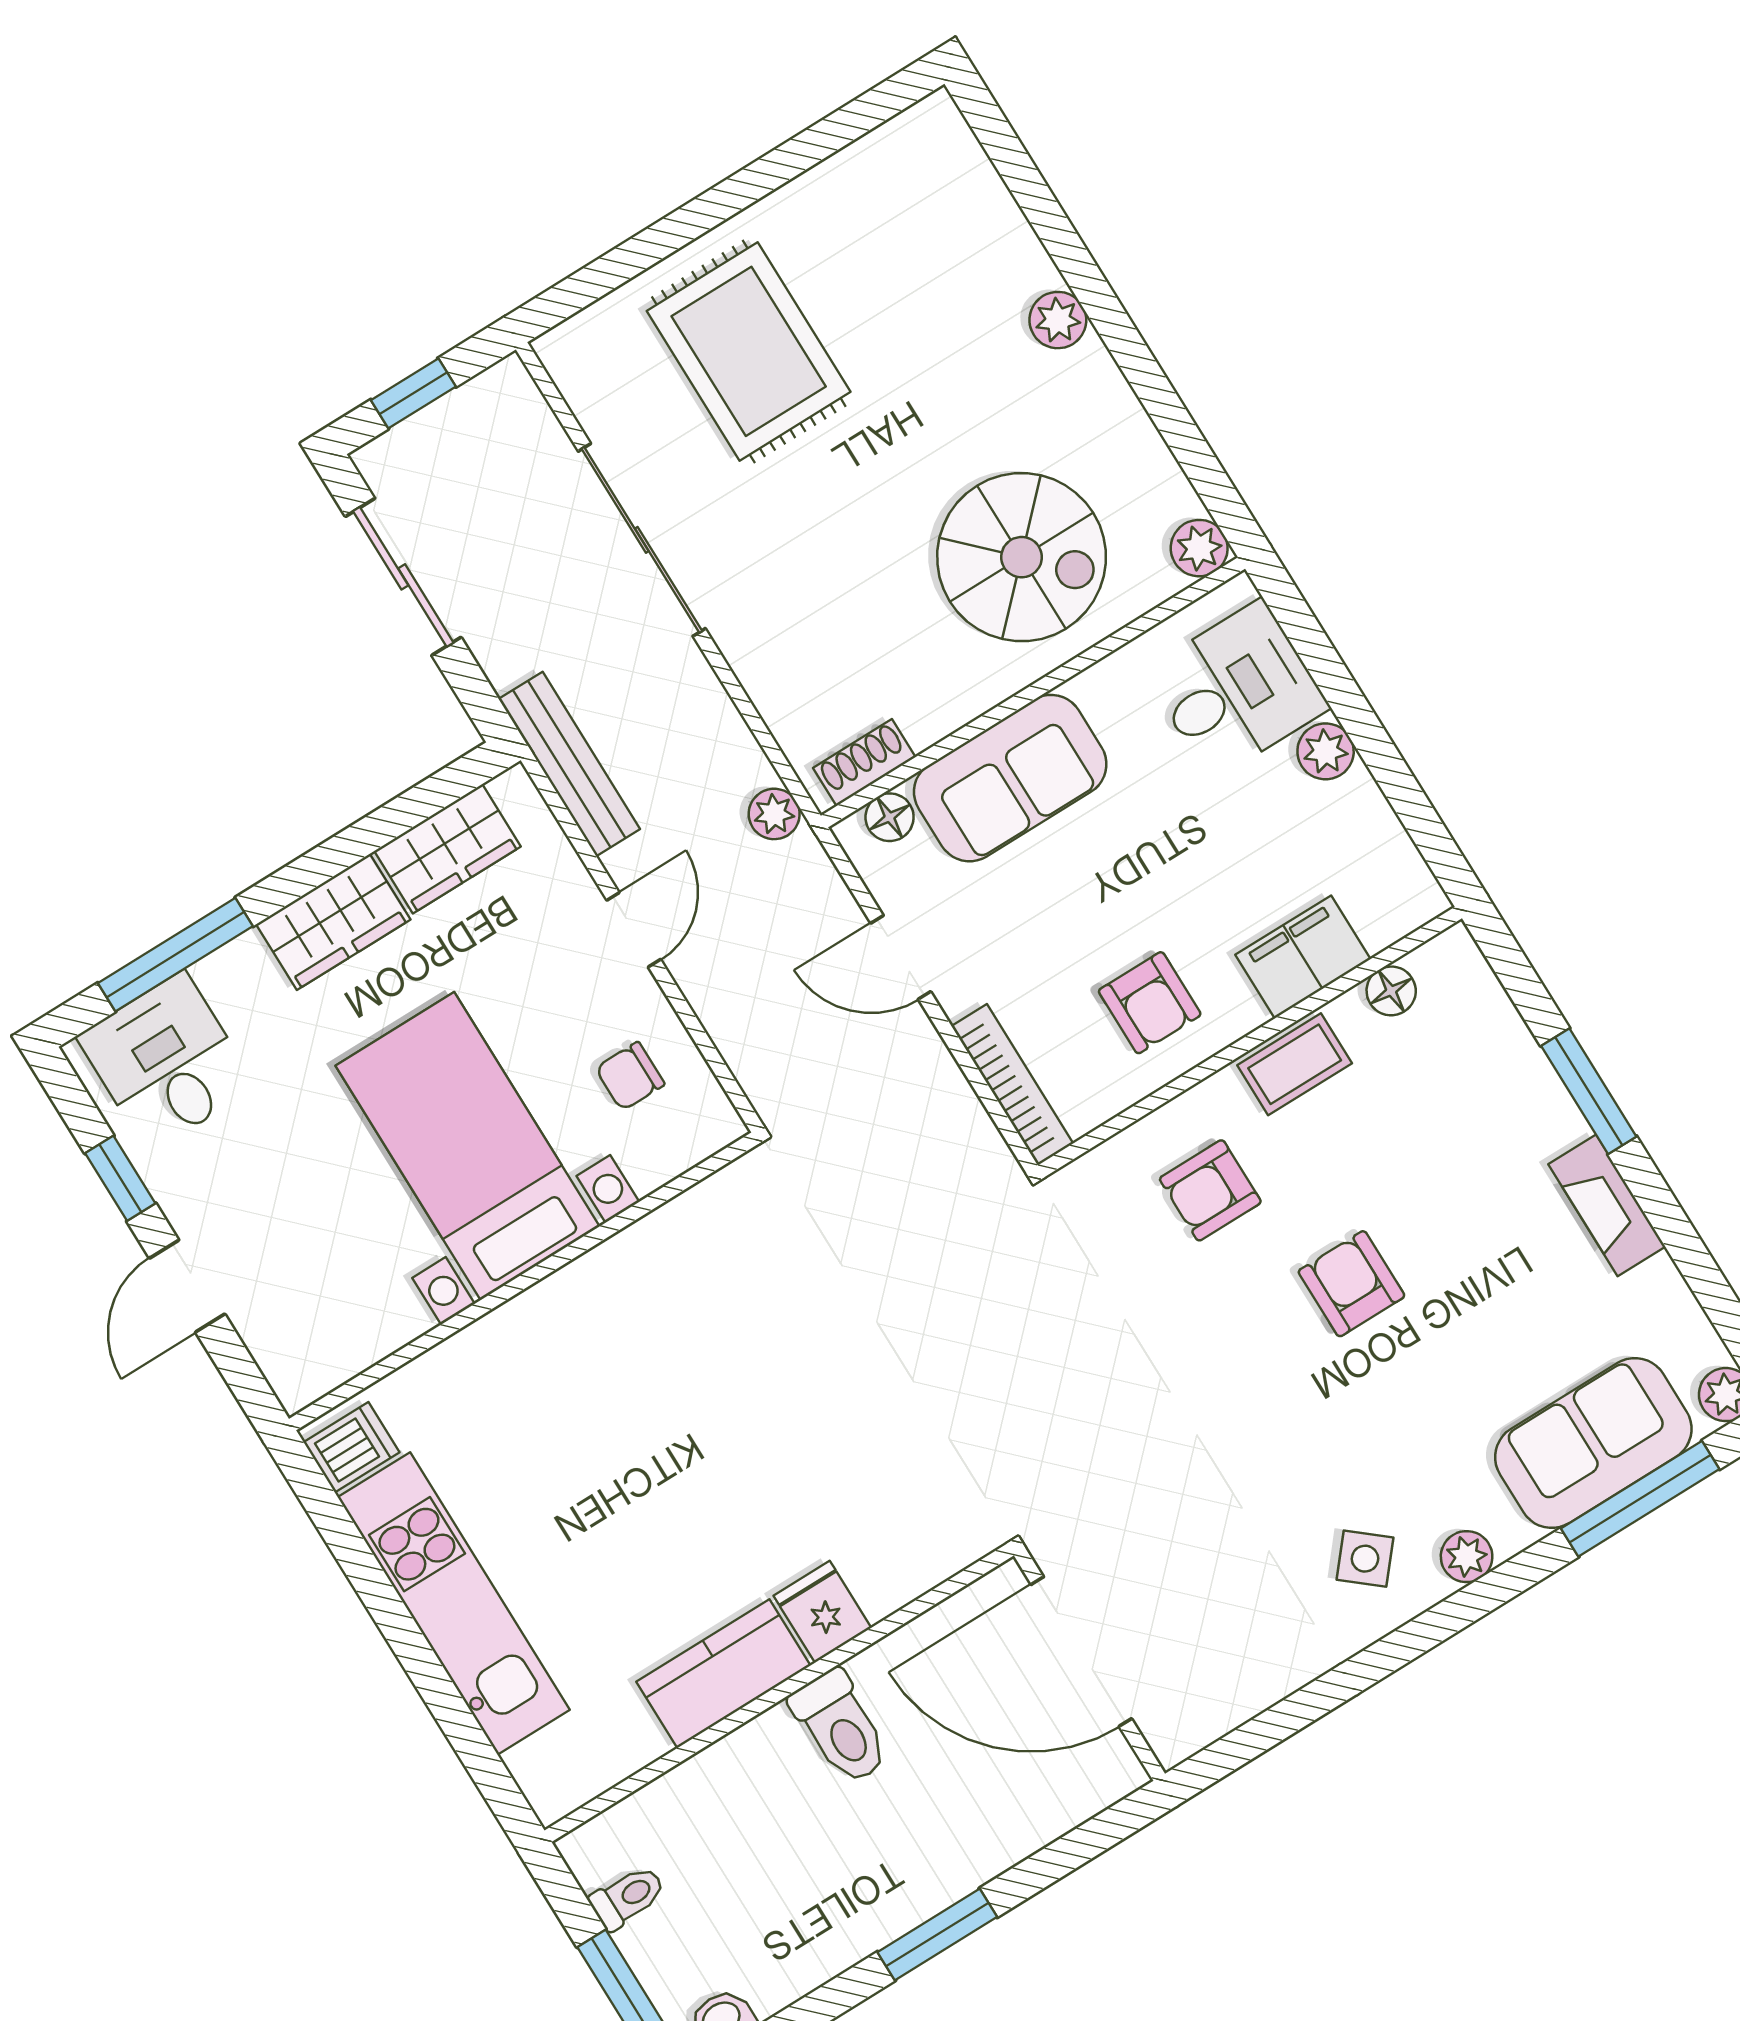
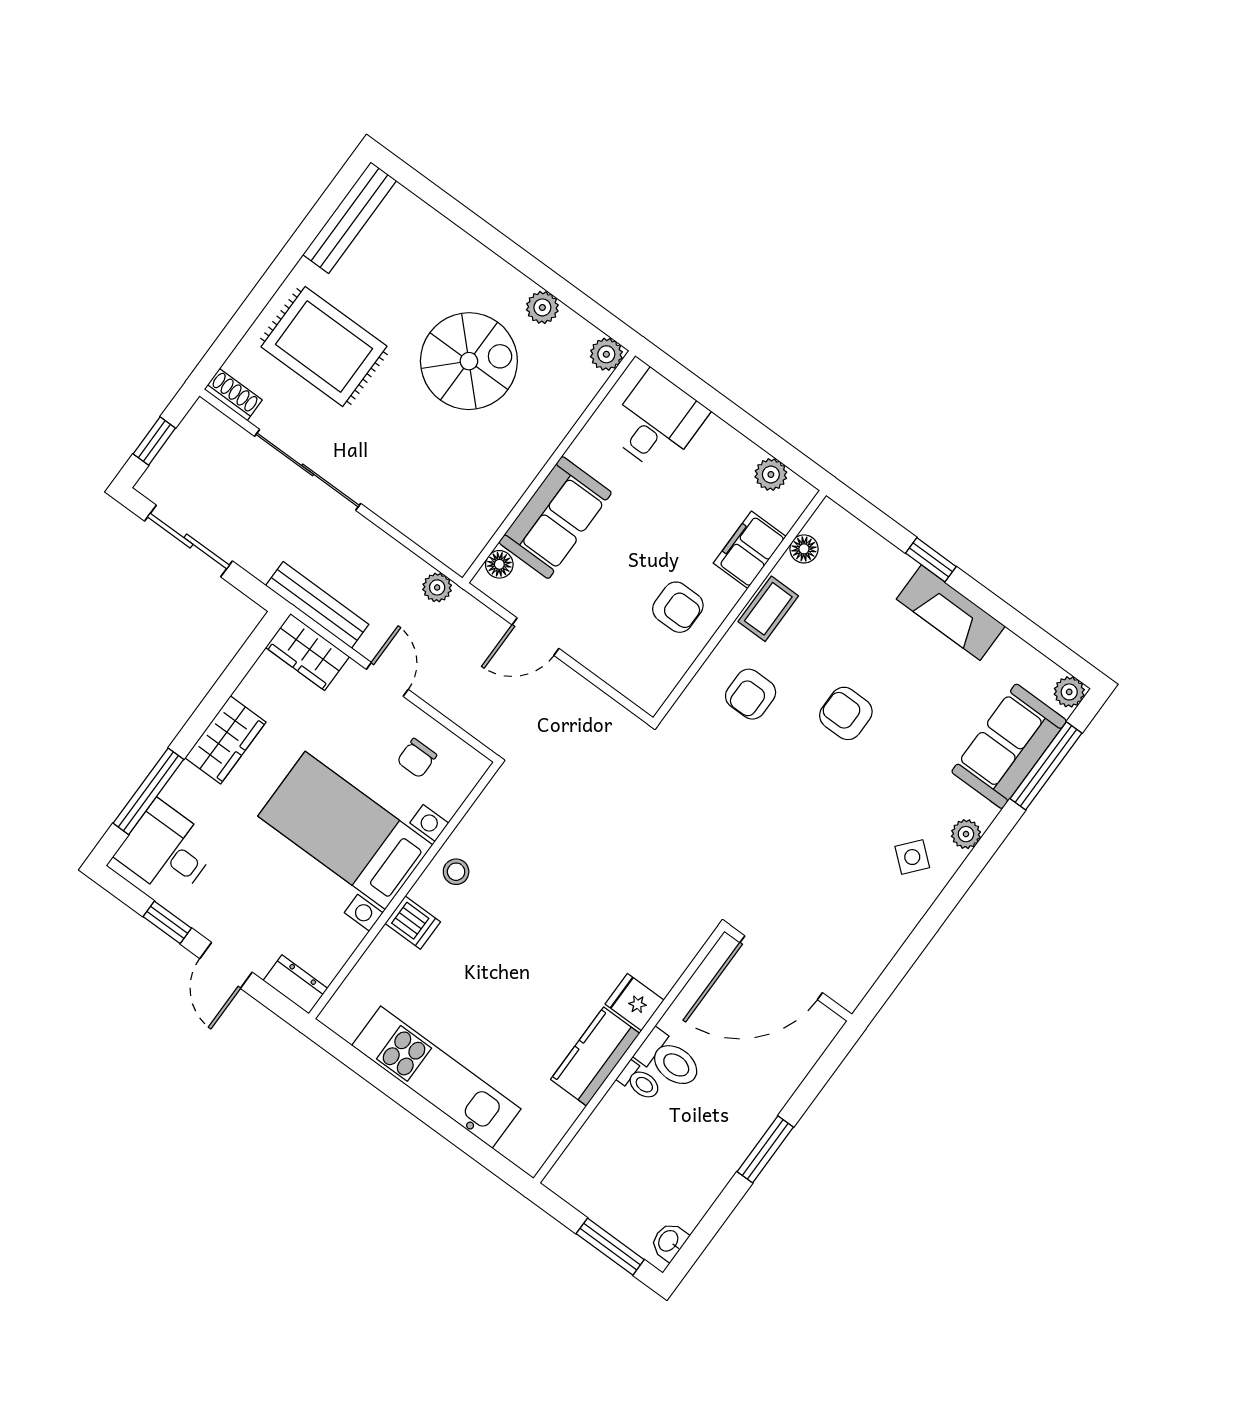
bench: (874, 160) -> (350, 218), added
plant: (1058, 320) -> (542, 307), moved
spiral stairs: (1022, 557) -> (469, 361), moved
plant: (1326, 751) -> (771, 474), moved
shoe rack: (864, 763) -> (233, 395), moved, turned 90
wardrobe: (448, 849) -> (308, 652), moved, turned 90
bookcase: (1012, 1085) -> (622, 681), removed
window: (1589, 1091) -> (931, 560), width x0.67
fireplace: (1607, 1205) -> (951, 613), width x1.37, depth x1.32
stool: (619, 1285) -> (456, 872), added
dresser: (287, 1362) -> (295, 985), added
dishwasher: (352, 1447) -> (413, 923), moved, turned 90
toilet: (628, 1897) -> (640, 1081), moved, turned 90

